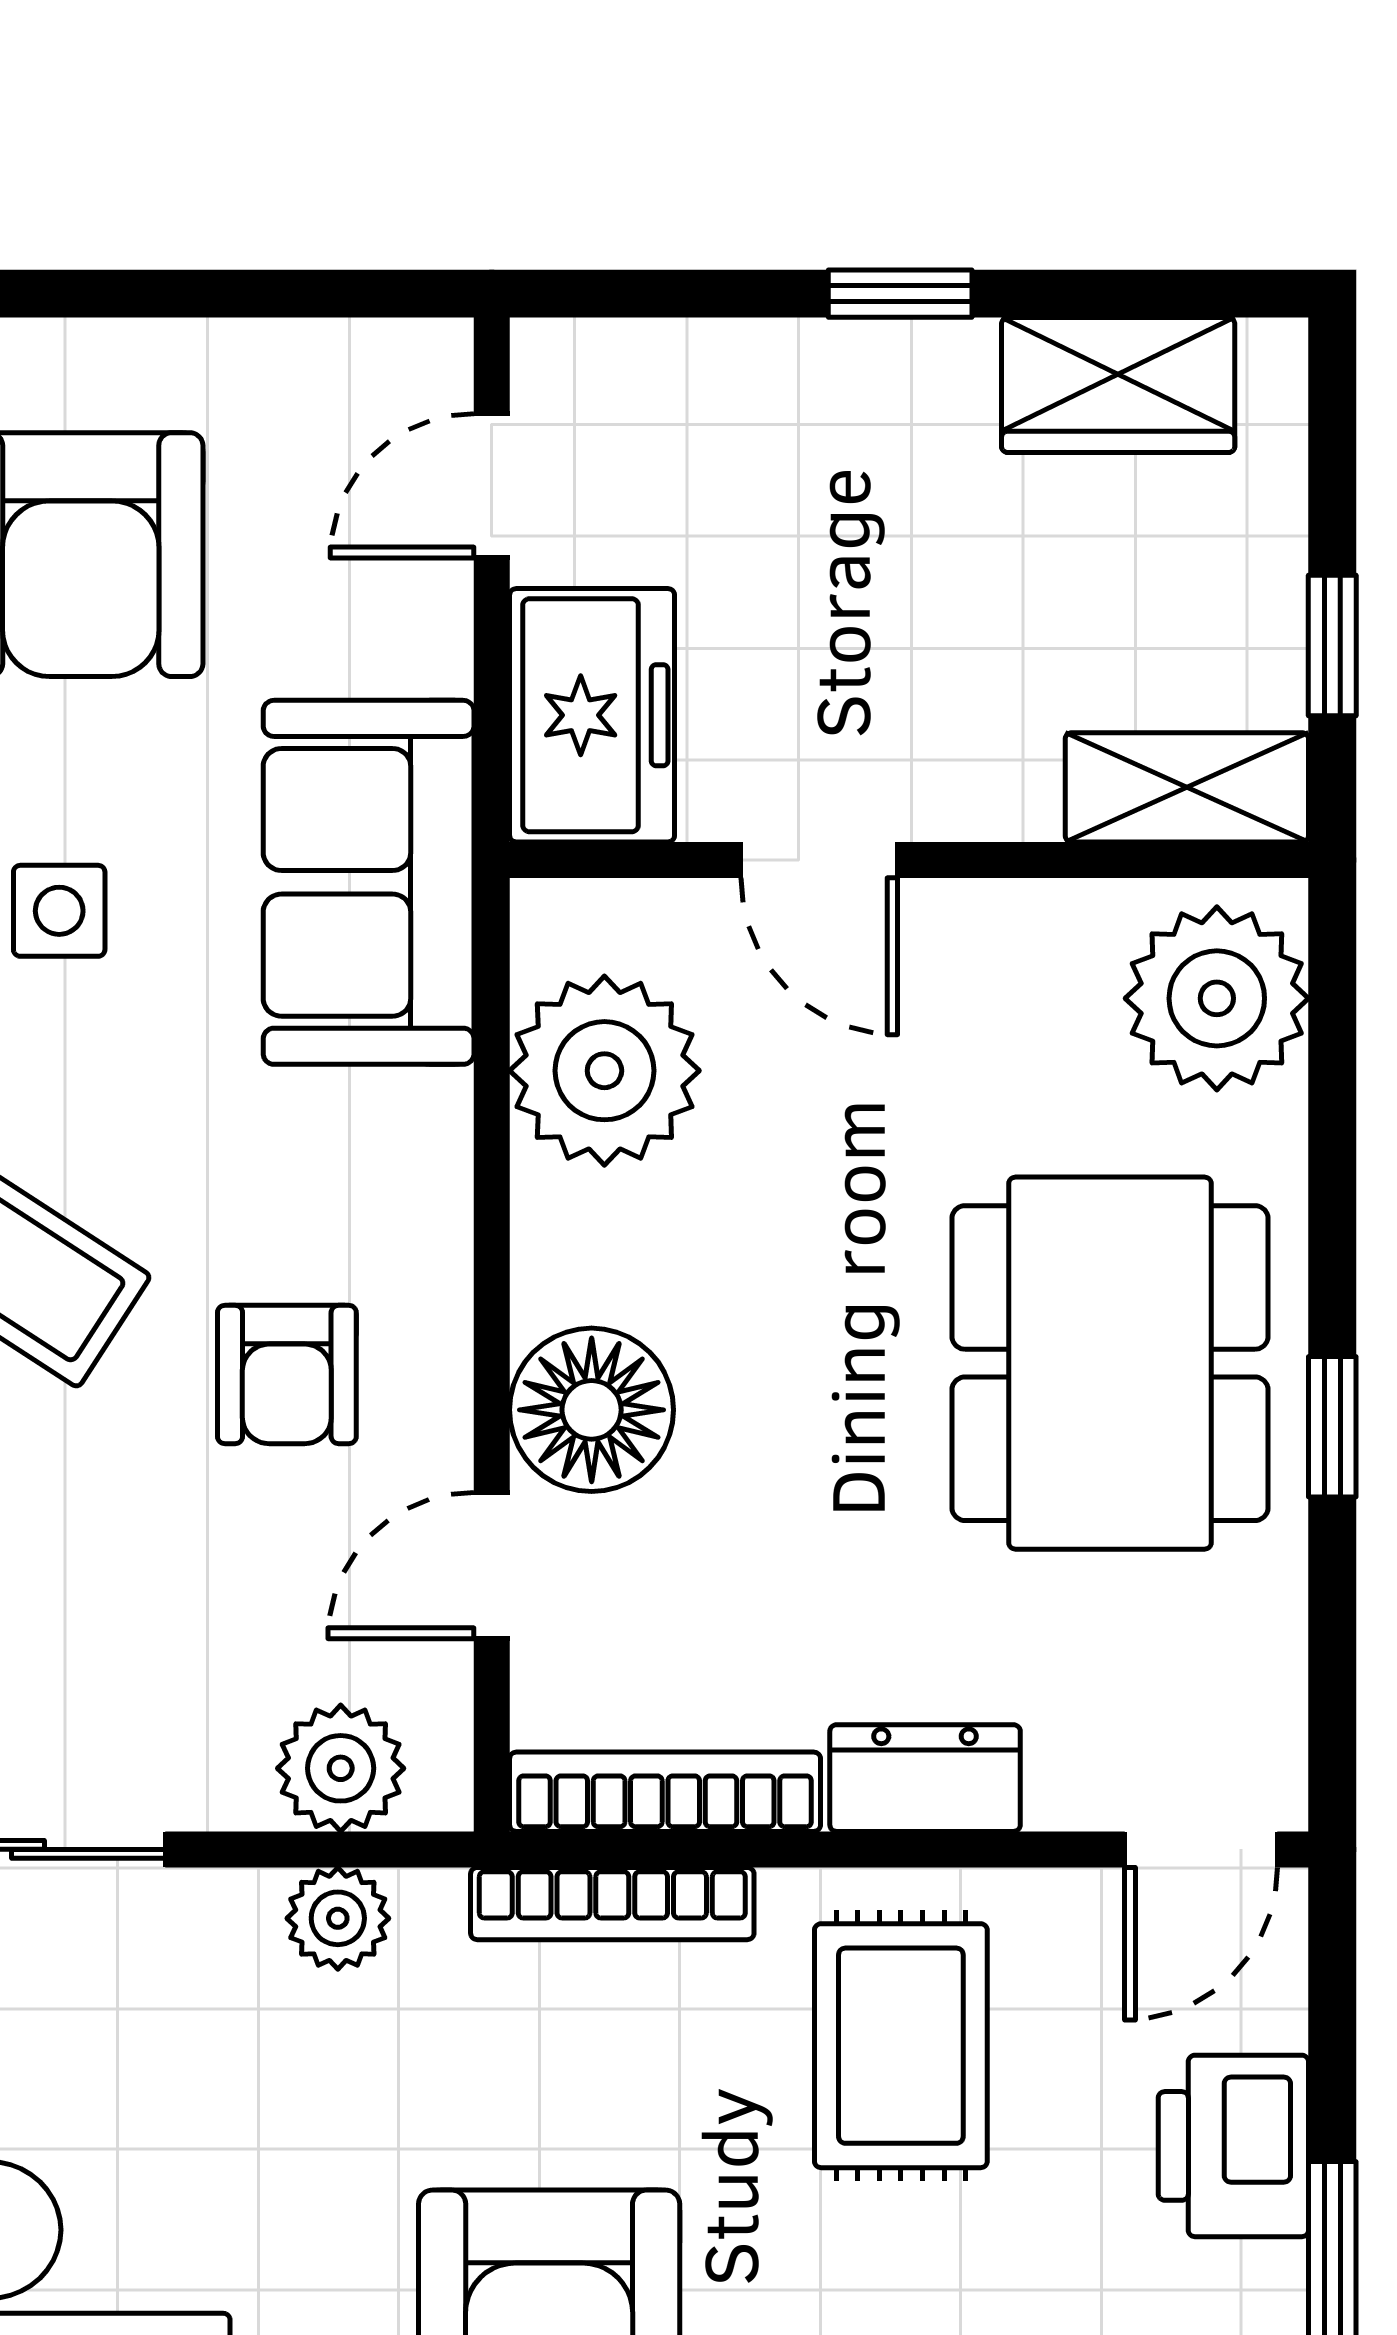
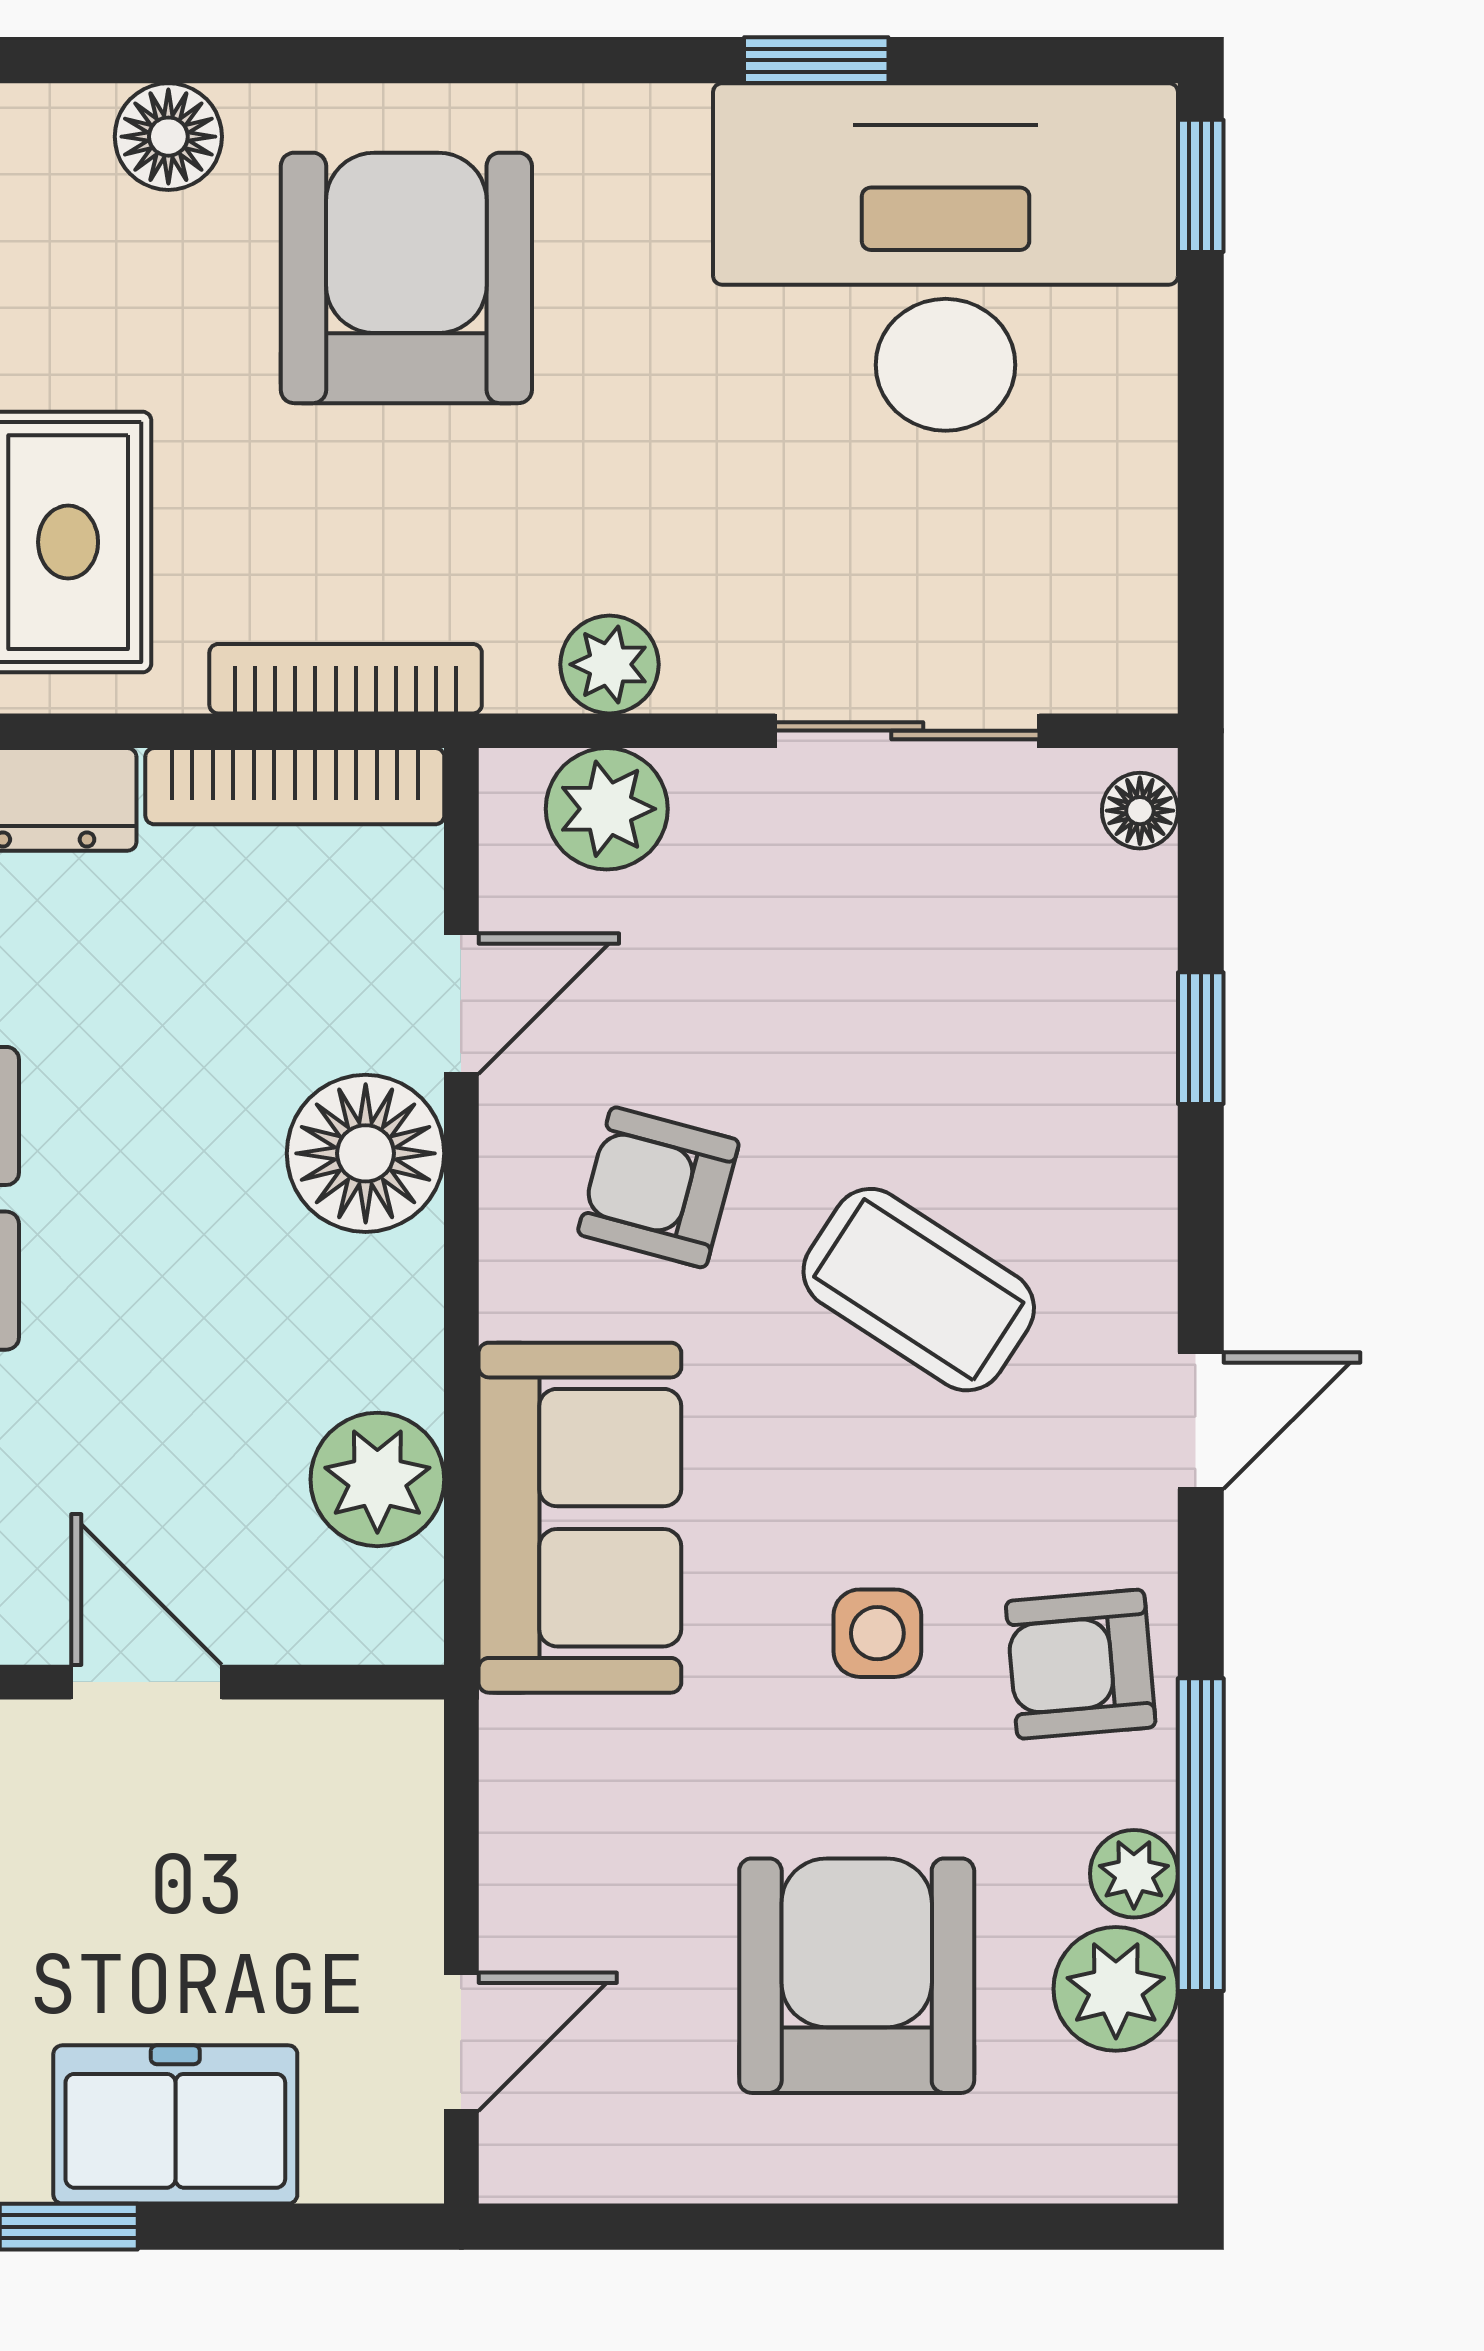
freezer: (592, 715) -> (175, 2124), moved, turned 90
sofa: (369, 882) -> (580, 1518), moved
plant: (604, 1071) -> (377, 1479), width x0.73, depth x0.73
armchair: (287, 1374) -> (658, 1187), turned -75

